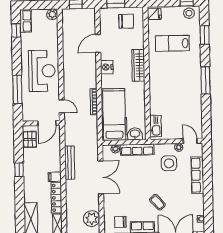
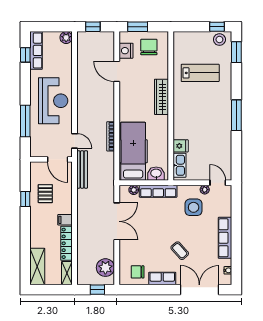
fridge: (154, 14) -> (181, 146), moved
row of seats: (26, 21) -> (36, 50), width x1.48
chair: (126, 21) -> (149, 47), turned -90
window: (205, 35) -> (236, 52), moved
door: (98, 43) -> (117, 71), hinge flipped
lab bench: (172, 43) -> (200, 73), turned 180
nightstand: (107, 67) -> (126, 51), moved
door: (47, 123) -> (58, 159), hinge flipped
pallet: (30, 139) -> (45, 194), moved
bench: (70, 163) -> (82, 169), moved
window: (19, 170) -> (25, 199), moved
row of seats: (197, 175) -> (225, 238), moved

